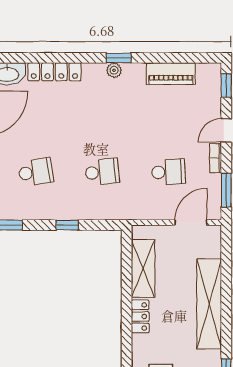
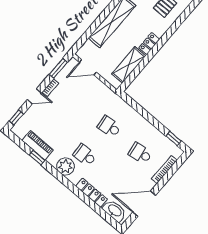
window: (119, 58) -> (37, 158), moved
plant: (114, 70) -> (66, 166), width x1.88, depth x1.88
school desk: (168, 172) -> (85, 155), moved
window: (67, 225) -> (147, 116), removed

